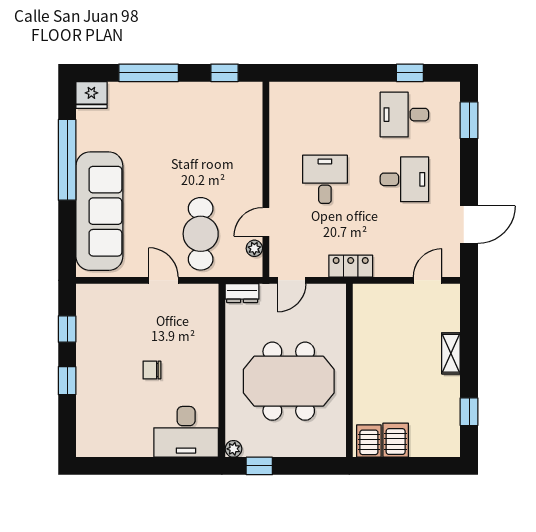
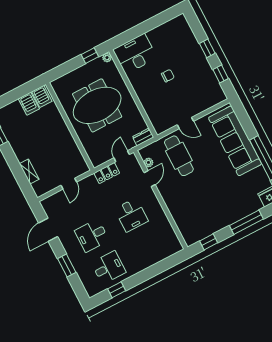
window: (469, 120) -> (67, 265), moved
locker: (351, 266) -> (107, 173), moved
door: (427, 280) -> (69, 184), moved
shelving: (451, 353) -> (29, 171), moved

